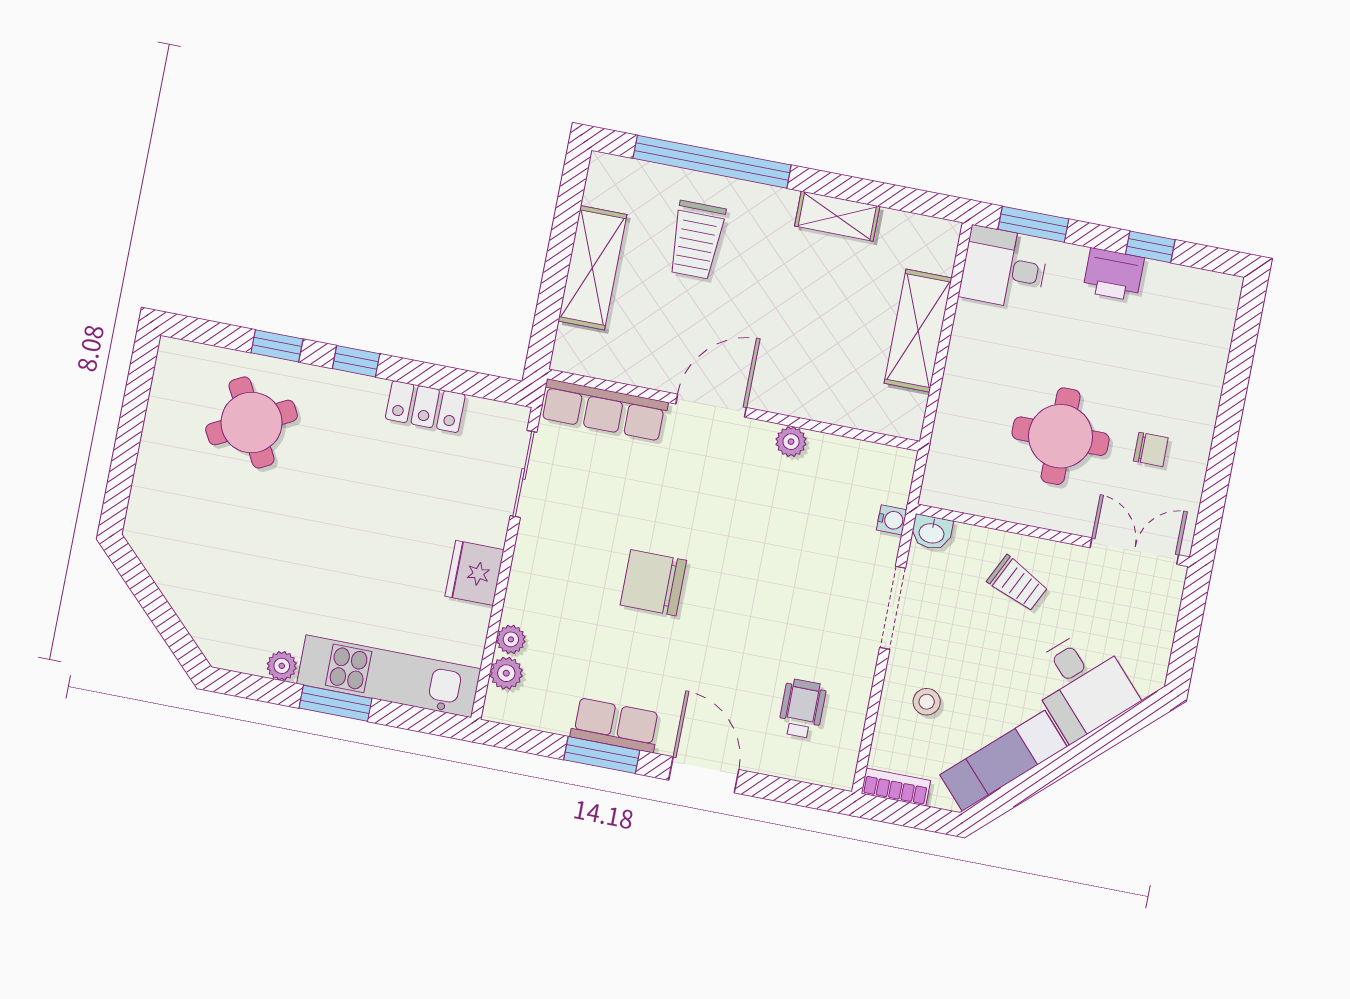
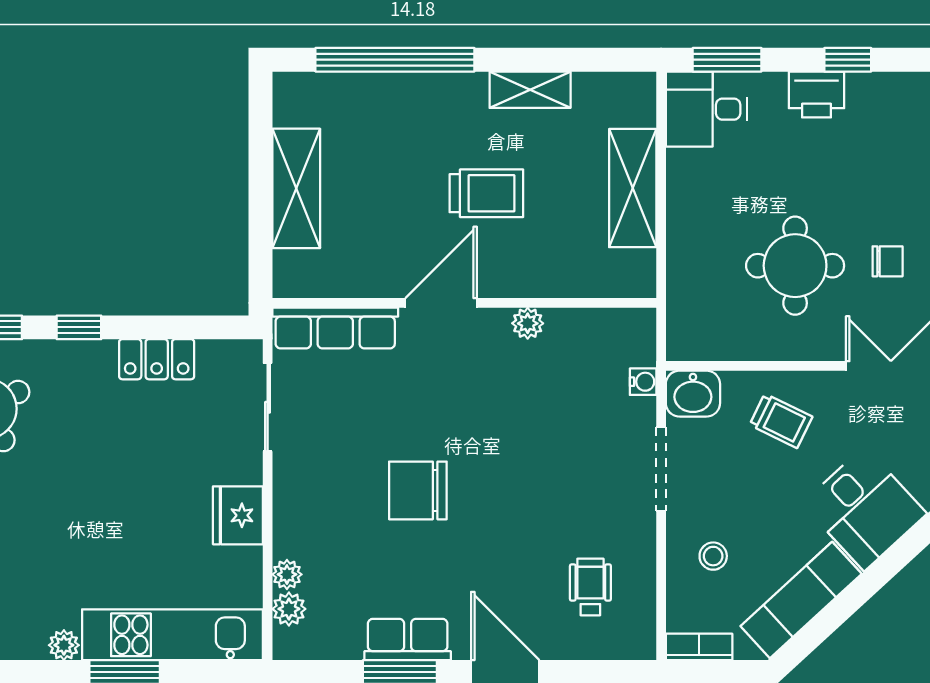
trolley: (696, 240) -> (486, 193), moved, turned -90
washbasin: (932, 532) -> (693, 394), width x1.38, depth x1.45

